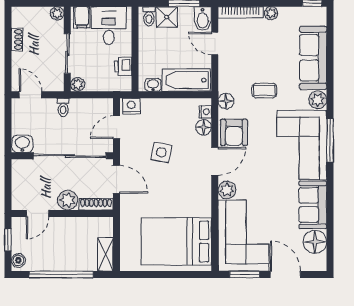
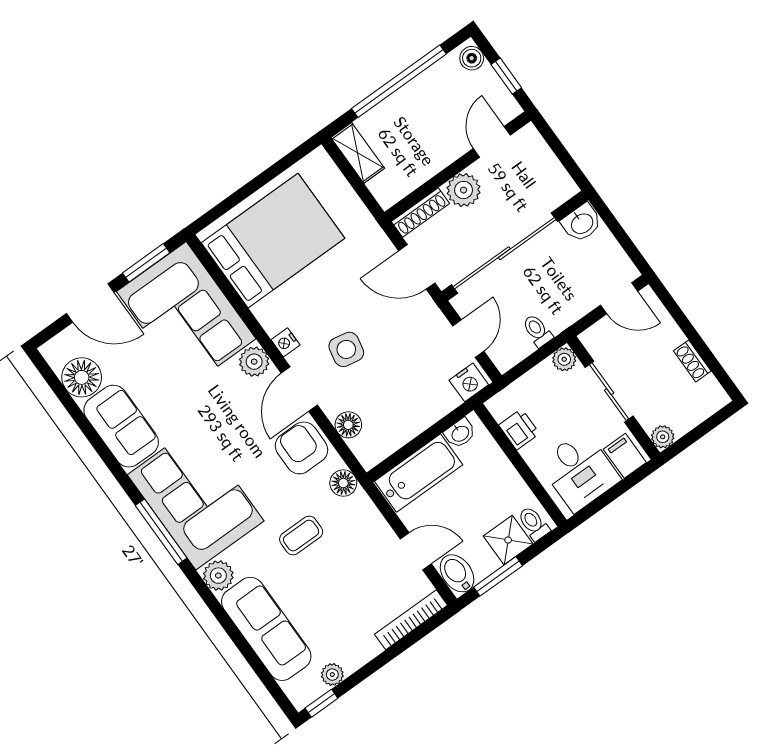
plant: (271, 13) -> (332, 675), moved
toilet: (63, 107) -> (537, 331), moved
nightstand: (205, 112) -> (285, 342), moved
side table: (161, 152) -> (346, 349), moved

